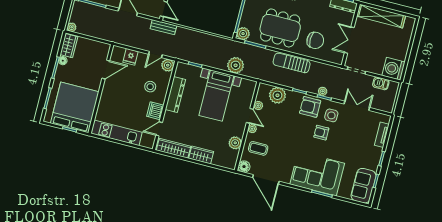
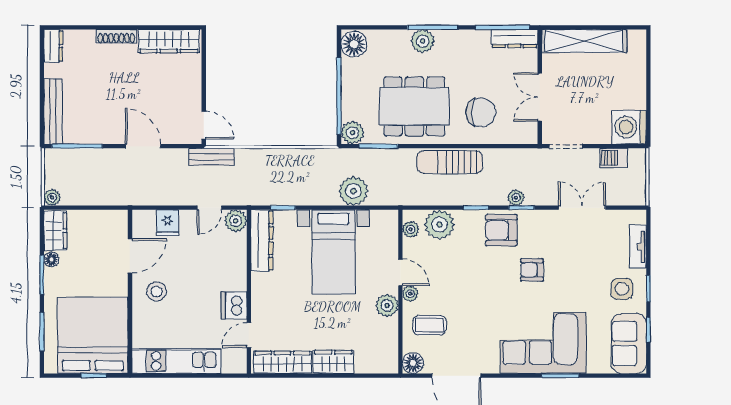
stool: (150, 87) -> (157, 291), moved
dresser: (175, 95) -> (262, 240), moved
plant: (258, 106) -> (411, 229), moved
side table: (331, 115) -> (622, 289), moved
plant: (235, 143) -> (387, 306), moved

